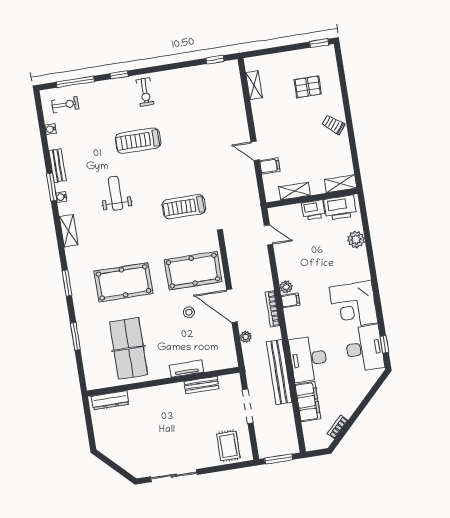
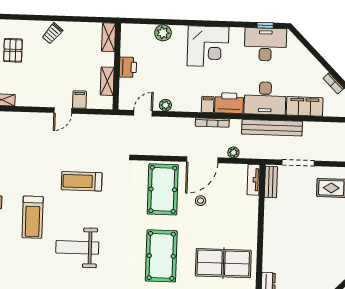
weight bench: (115, 193) -> (77, 247), width x1.36, depth x1.33
treadmill: (184, 207) -> (82, 181), moved, turned 90
printer: (340, 208) -> (229, 103), moved, turned -90
plant: (286, 287) -> (165, 105), moved
corner desk: (353, 305) -> (208, 46), moved
tv unit: (187, 369) -> (253, 180), moved
bench: (202, 385) -> (271, 182), moved

